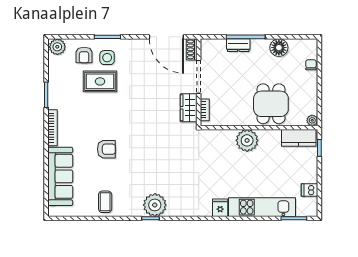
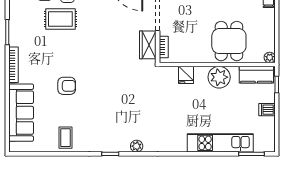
plant: (247, 140) -> (219, 77), moved
dishwasher: (309, 190) -> (267, 110), moved
plant: (155, 205) -> (137, 146), moved, width x0.53, depth x0.53
fridge: (220, 208) -> (186, 75), moved, turned 180

